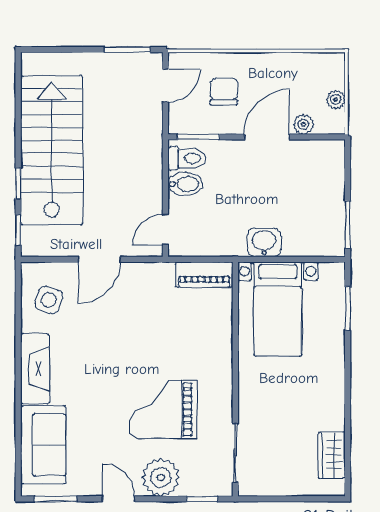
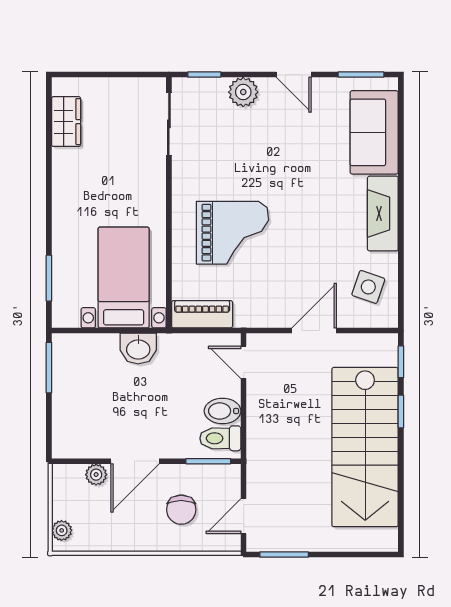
plant: (336, 99) -> (62, 530), moved
door: (165, 229) -> (244, 362), swing flipped
grand piano: (163, 409) -> (232, 233), moved
plant: (161, 478) -> (243, 92), width x0.73, depth x0.73

